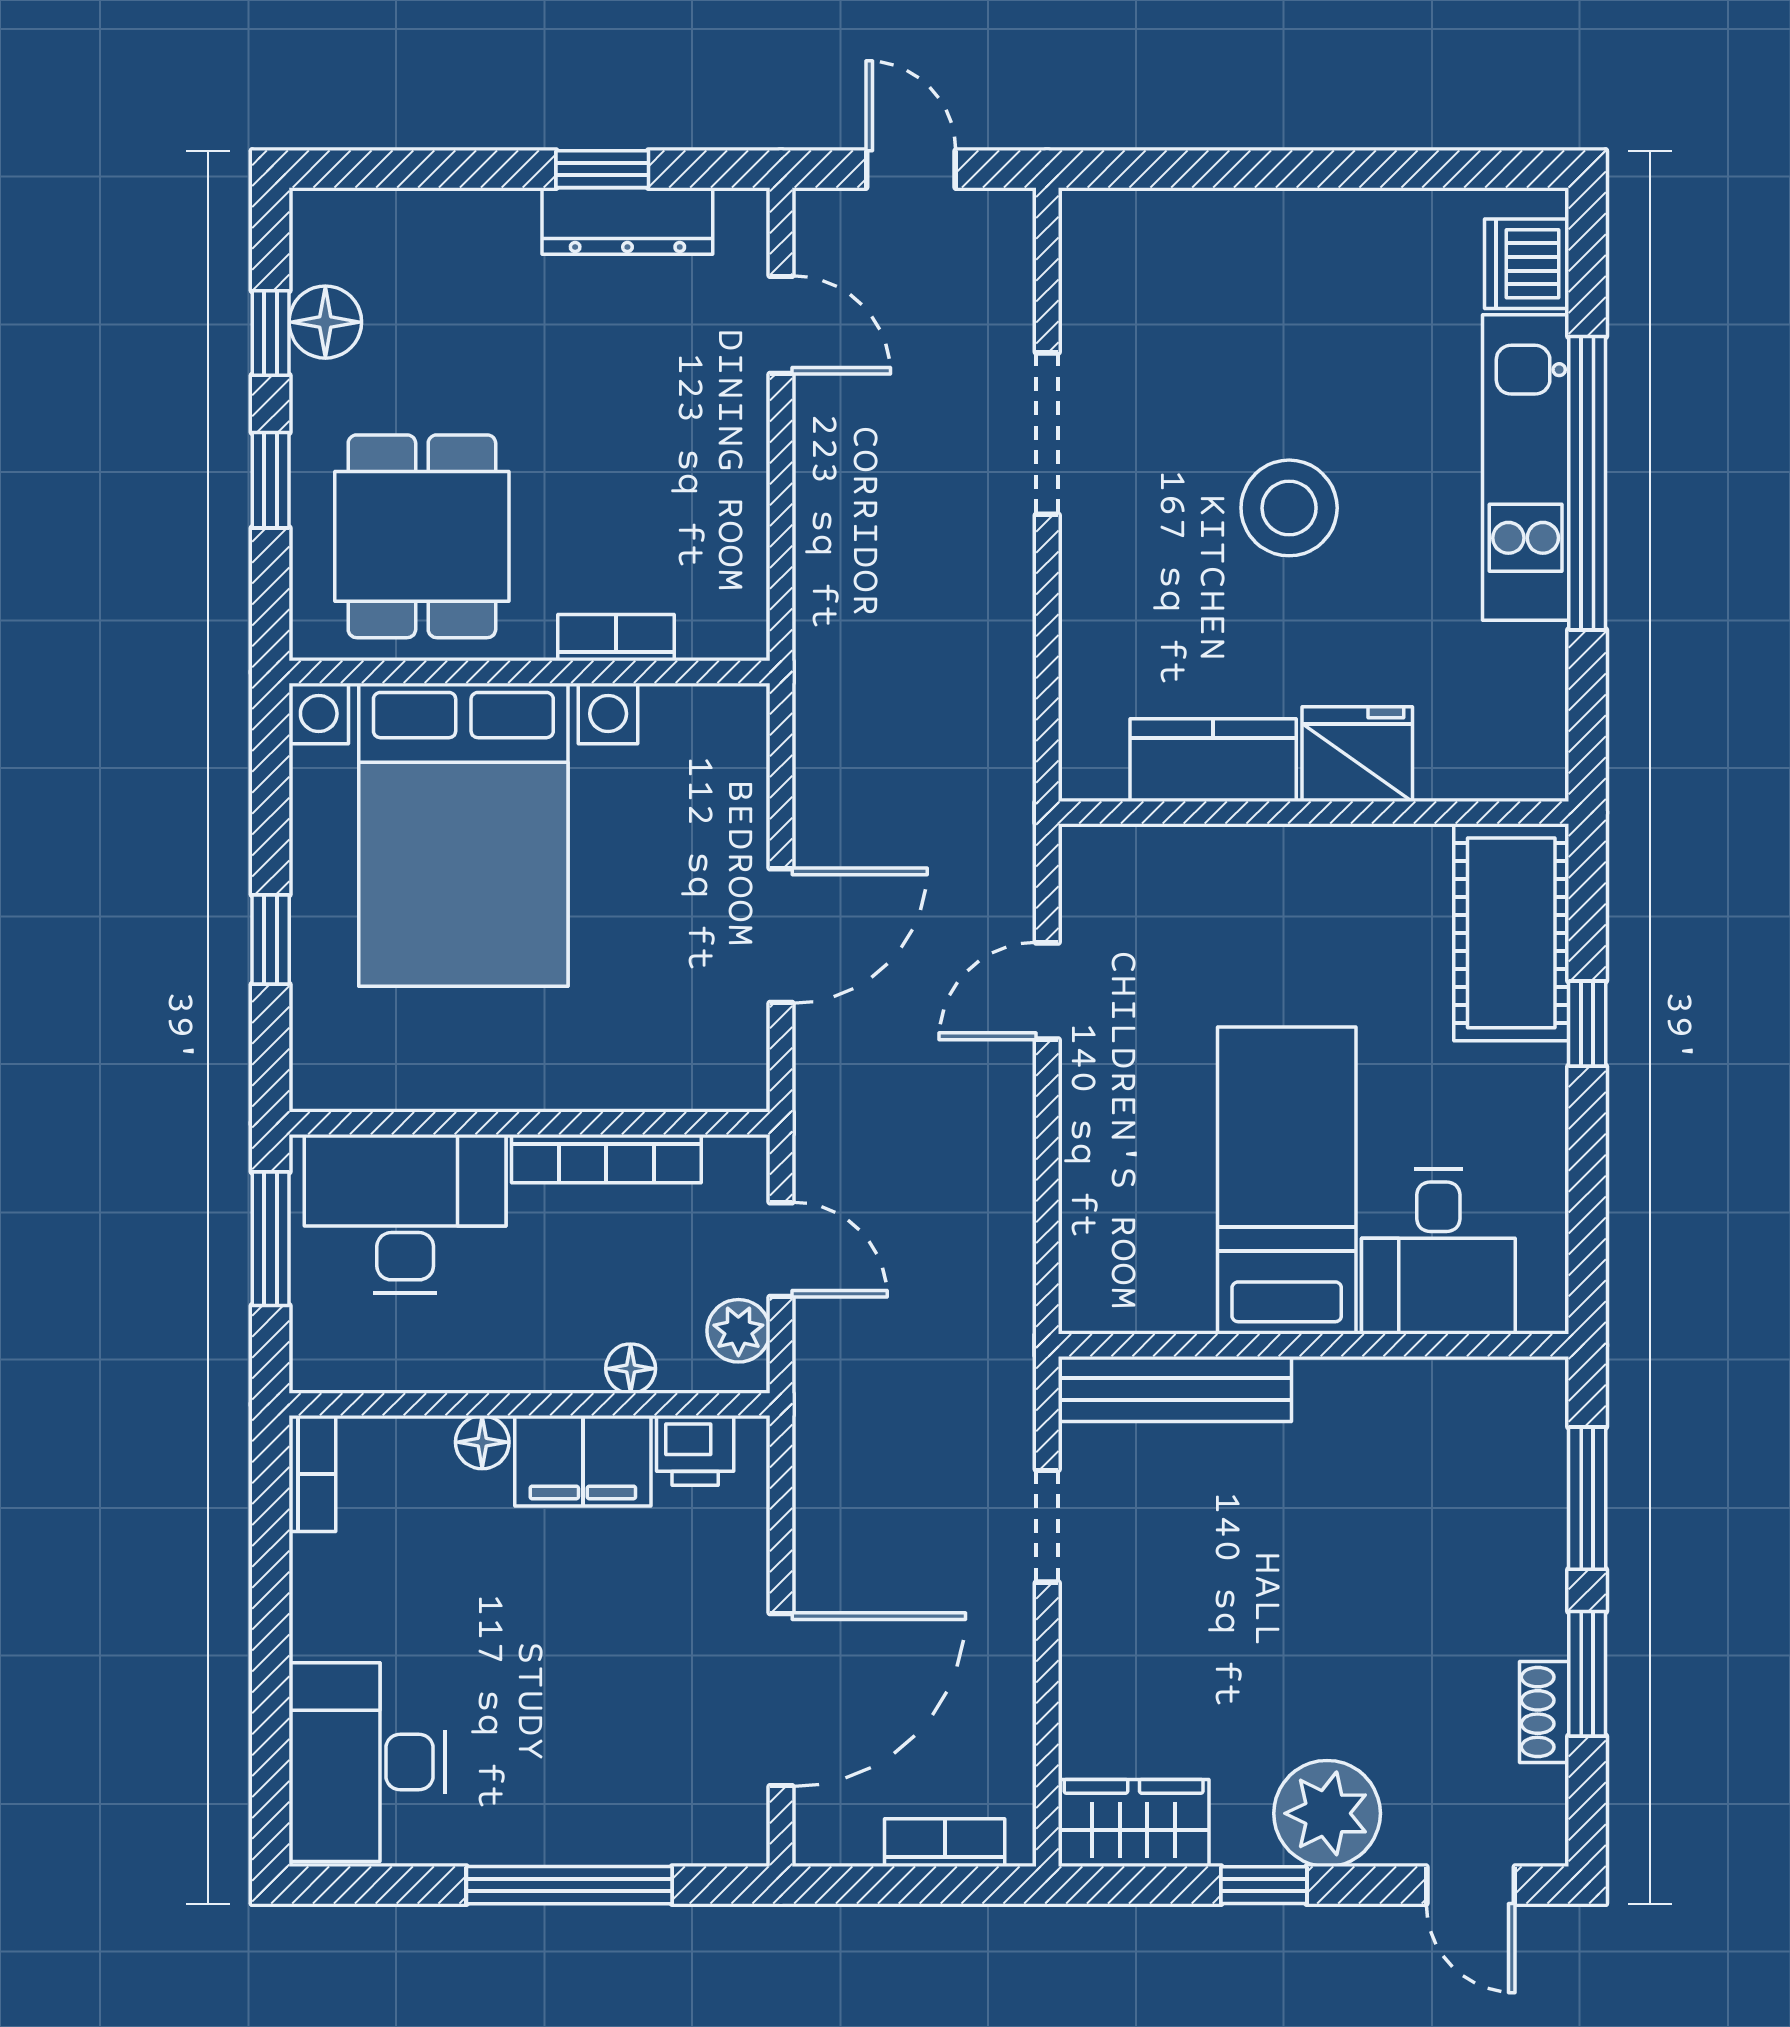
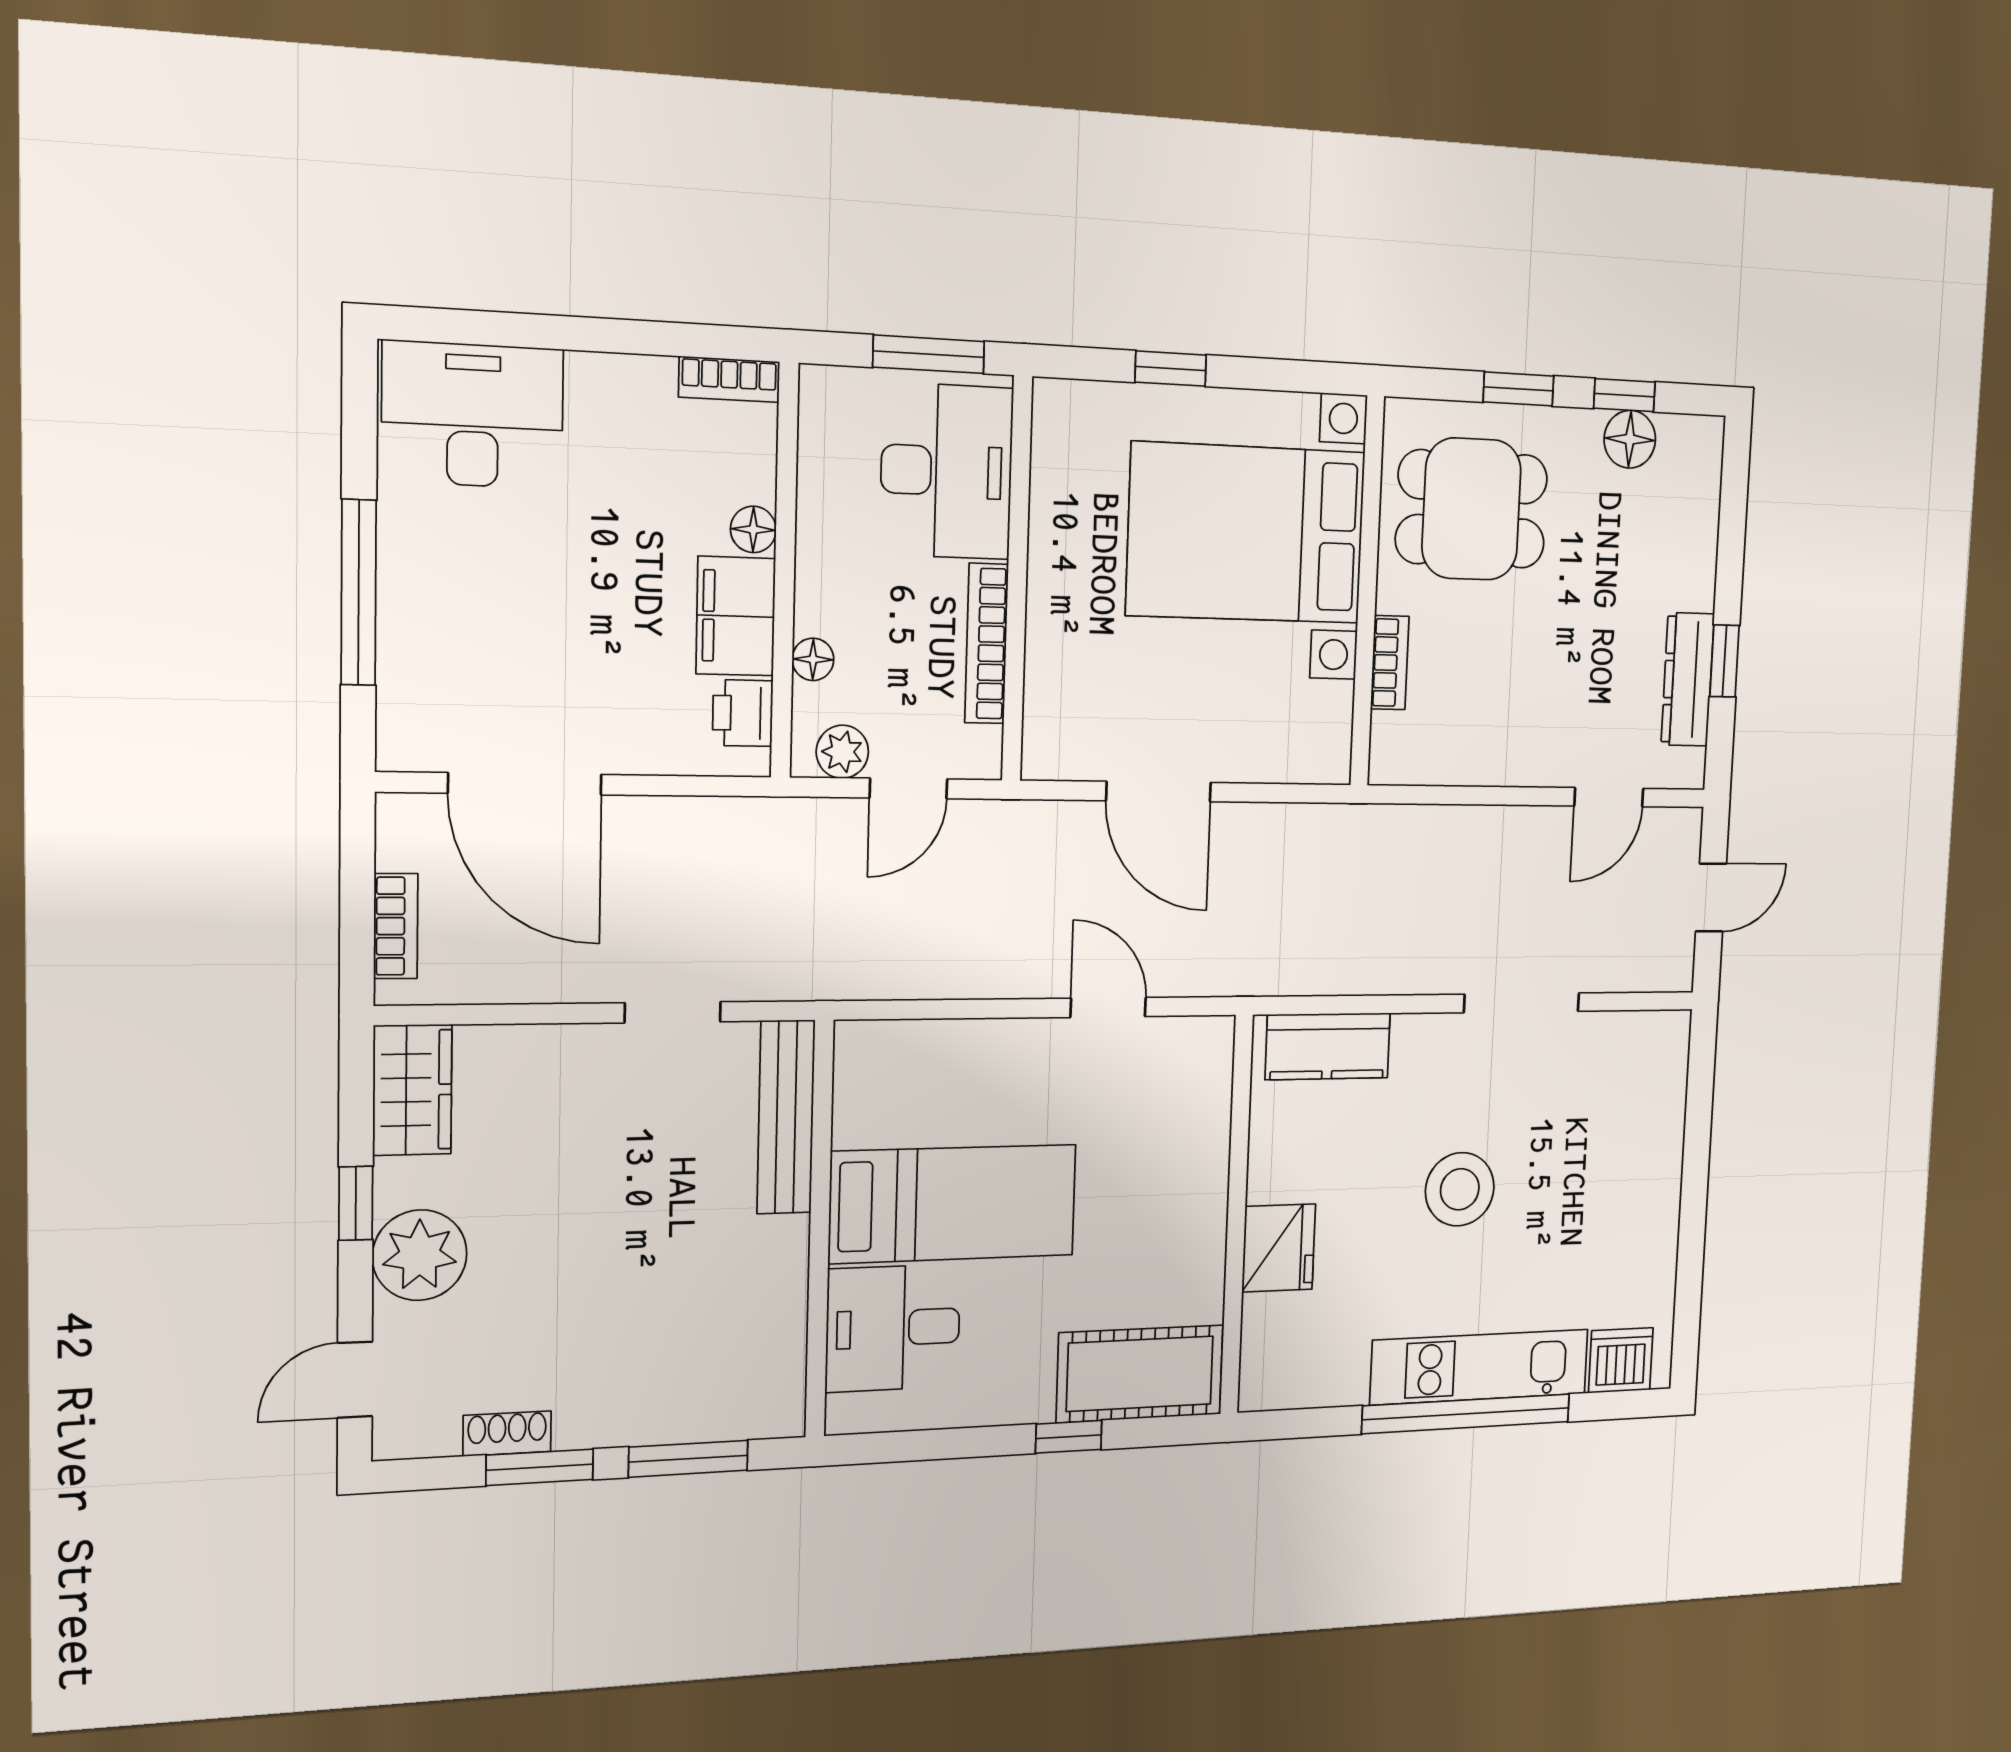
kitchen counter: (1213, 760) -> (1328, 1046), moved, turned 90

